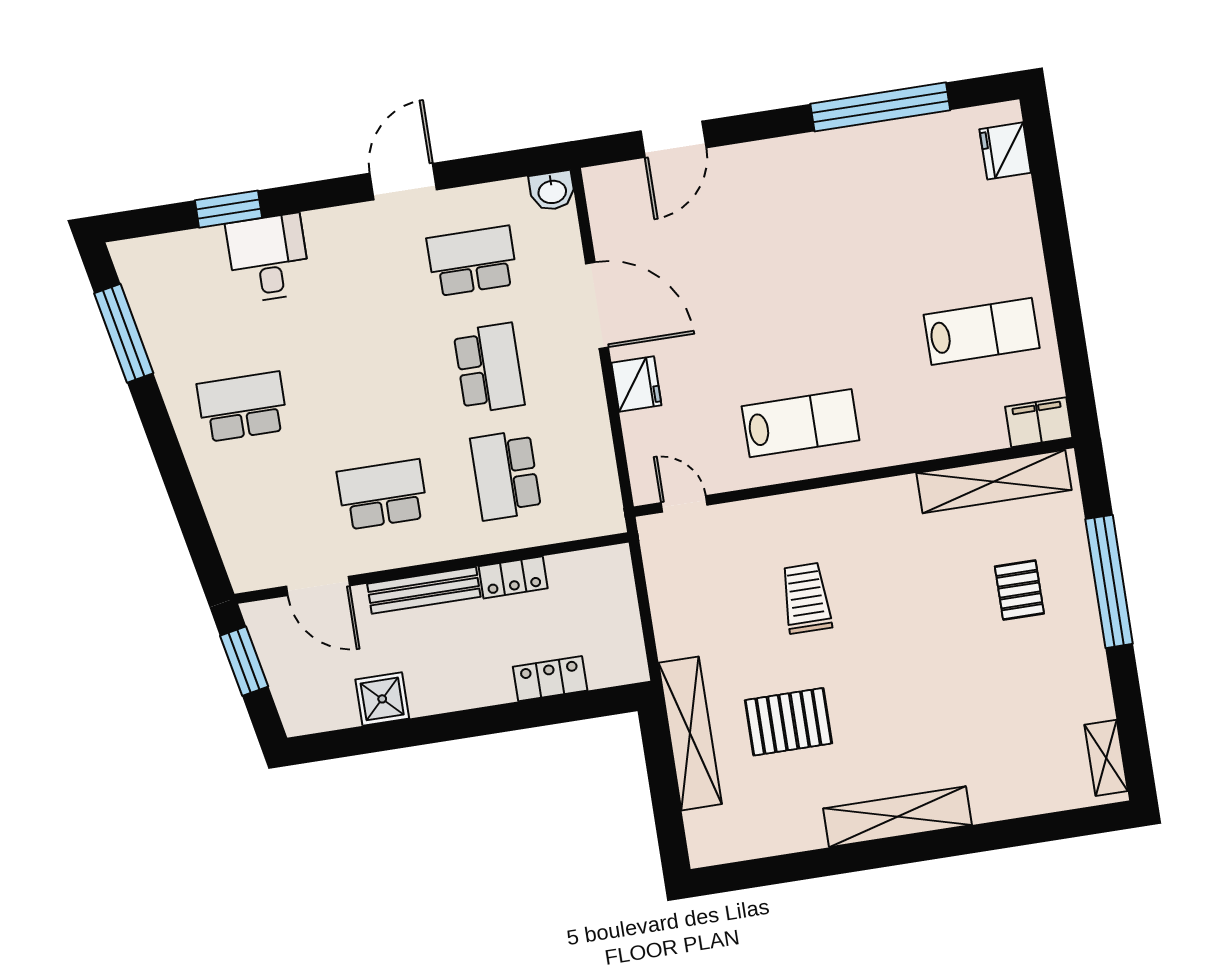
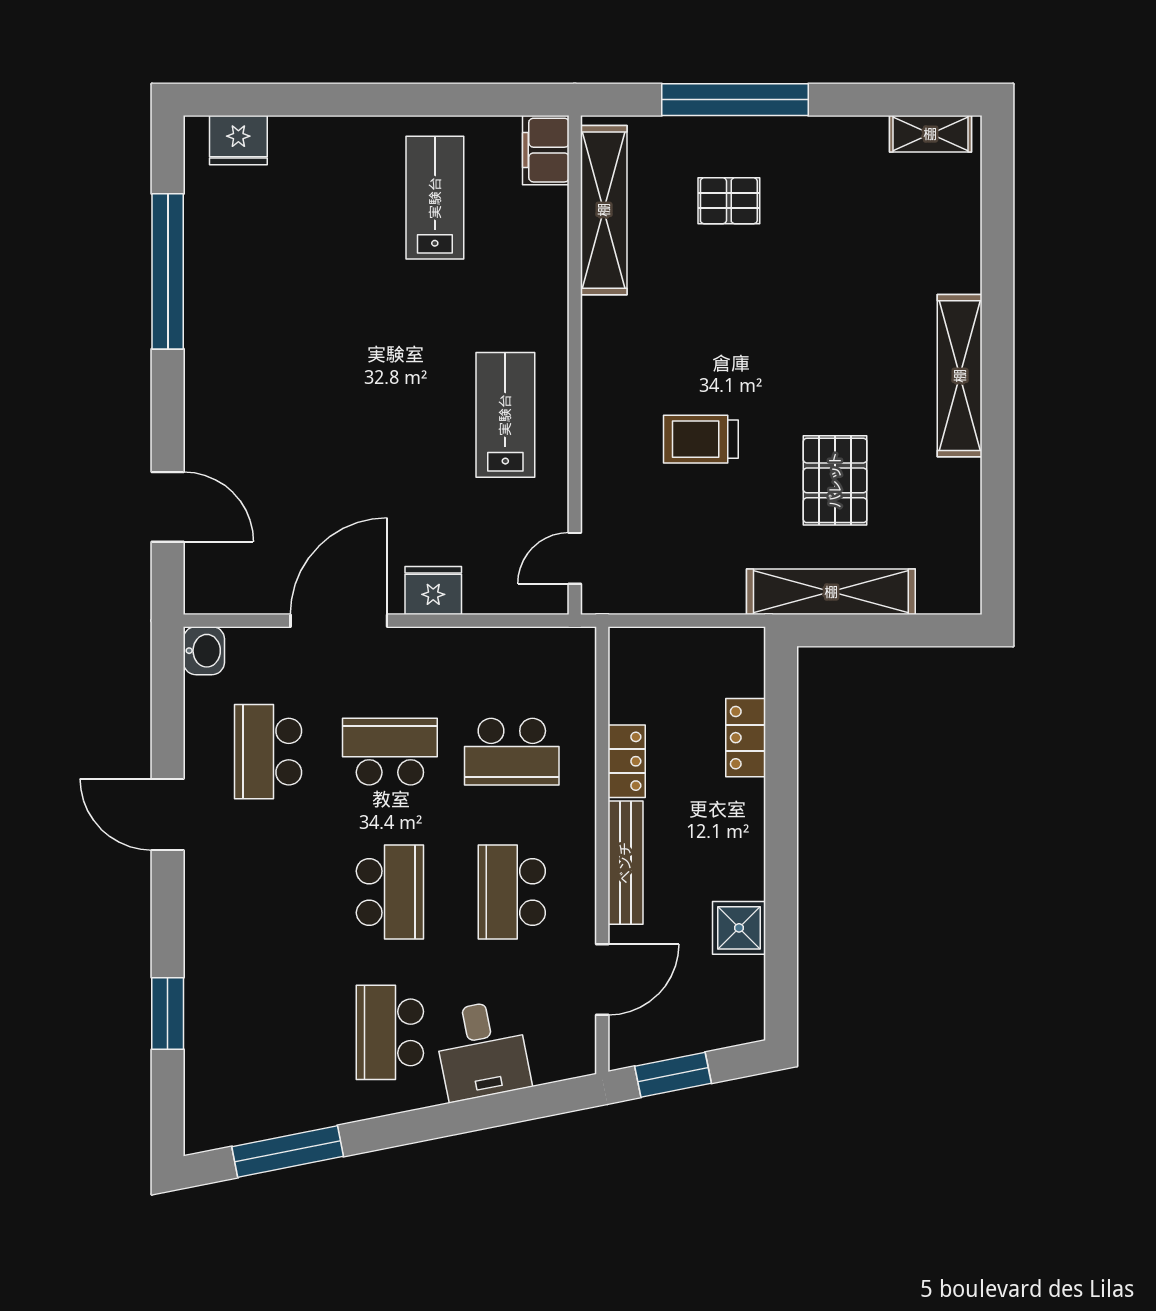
desk: (268, 258) -> (482, 1050), moved, turned -101
school desk: (366, 387) -> (390, 892), added

